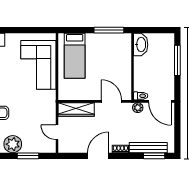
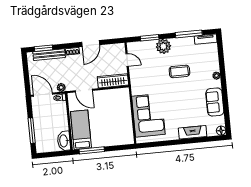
bed: (75, 56) -> (81, 130), moved

